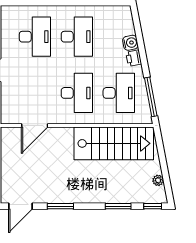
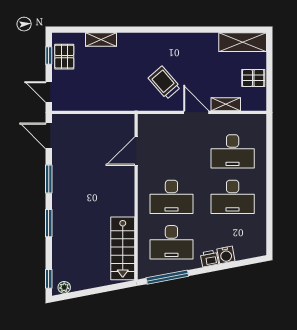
door: (35, 126) -> (136, 151), hinge flipped
stairs: (114, 143) -> (123, 248), width x0.73, depth x0.66
plant: (158, 180) -> (64, 287), moved
window: (118, 206) -> (49, 223), moved

